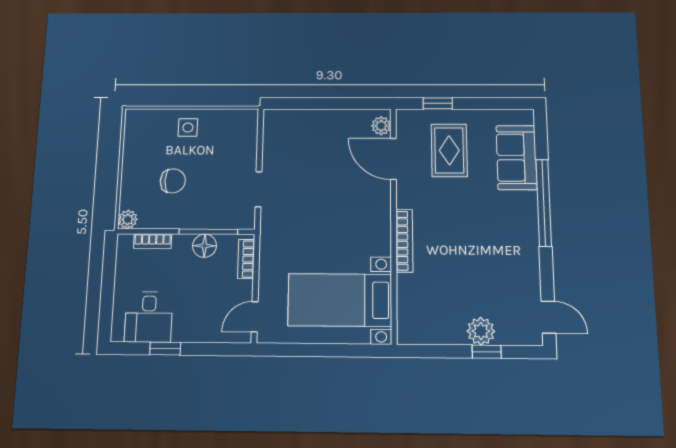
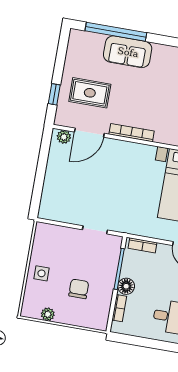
sofa: (516, 158) -> (128, 52), moved
window: (544, 203) -> (116, 32), moved
plant: (128, 219) -> (48, 314), moved
bookcase: (404, 241) -> (132, 133), moved
floor lamp: (205, 246) -> (126, 286), moved

